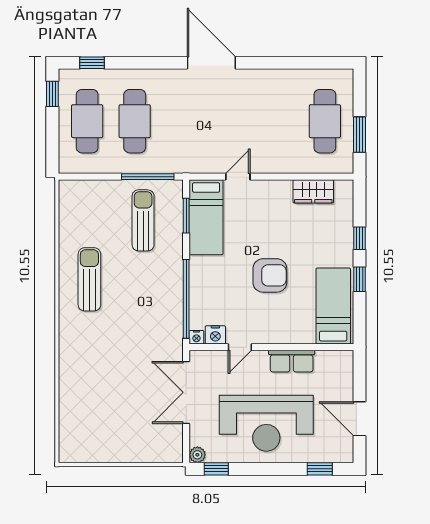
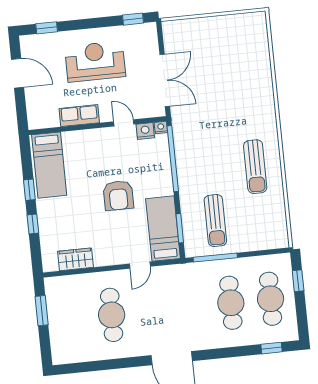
window: (52, 94) -> (298, 281), moved
cafe table: (325, 121) -> (112, 315), moved
armchair: (270, 275) -> (118, 195), moved, turned -90
door: (240, 347) -> (124, 123), hinge flipped
reception desk: (266, 423) -> (95, 61), width x0.74, depth x0.77
plant: (197, 455) -> (150, 29), removed

